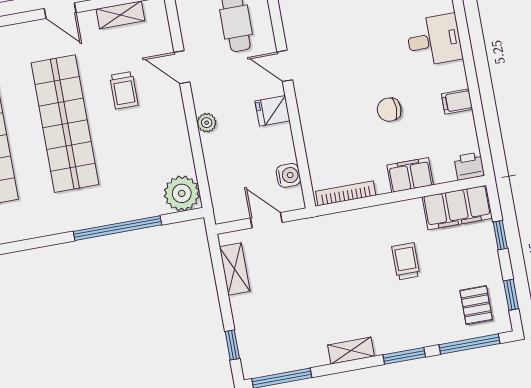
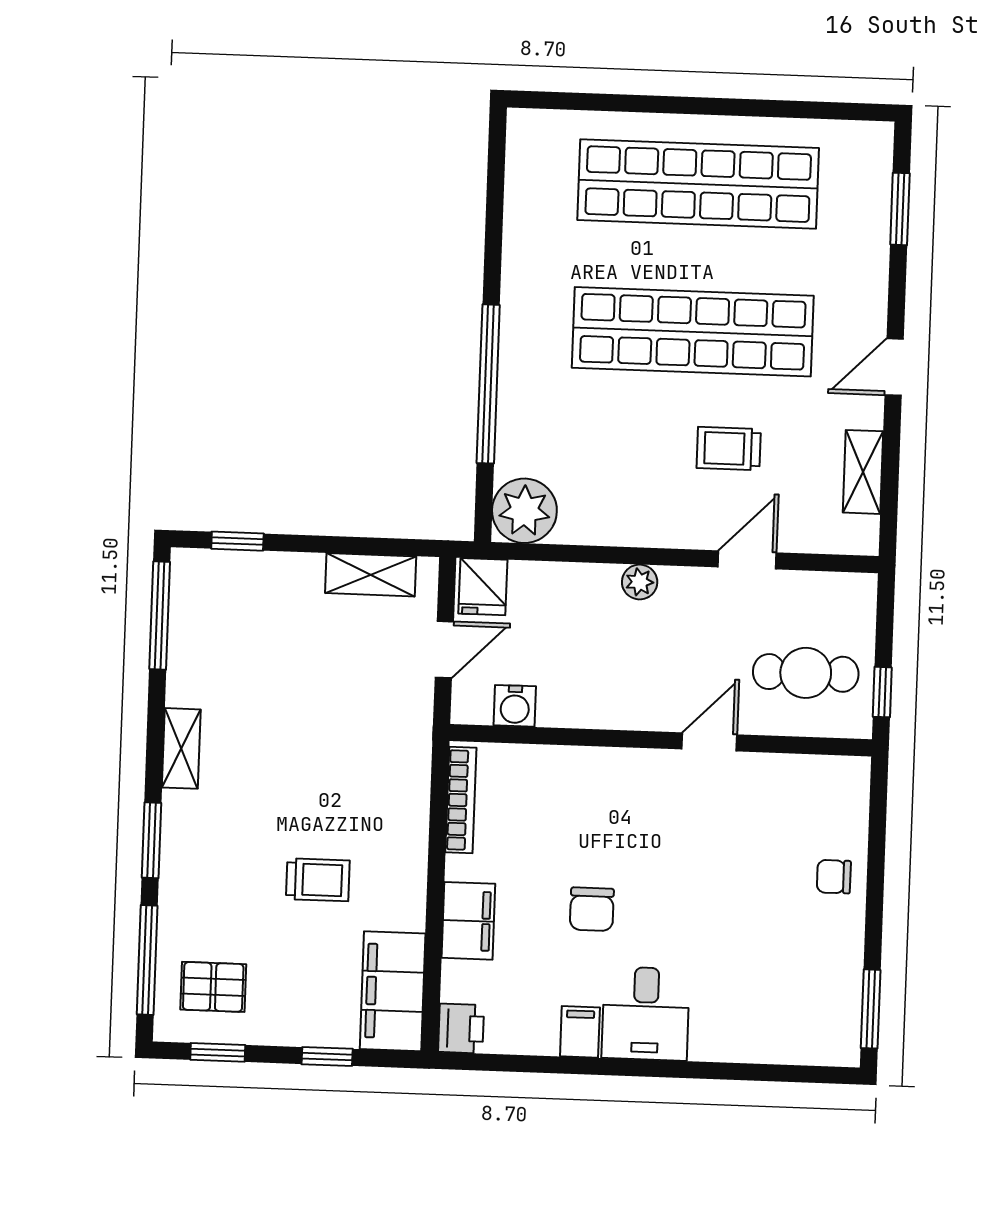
desk: (434, 40) -> (646, 1014), moved
chair: (389, 110) -> (592, 909), turned 180
fridge: (272, 111) -> (483, 587), moved, turned 180

